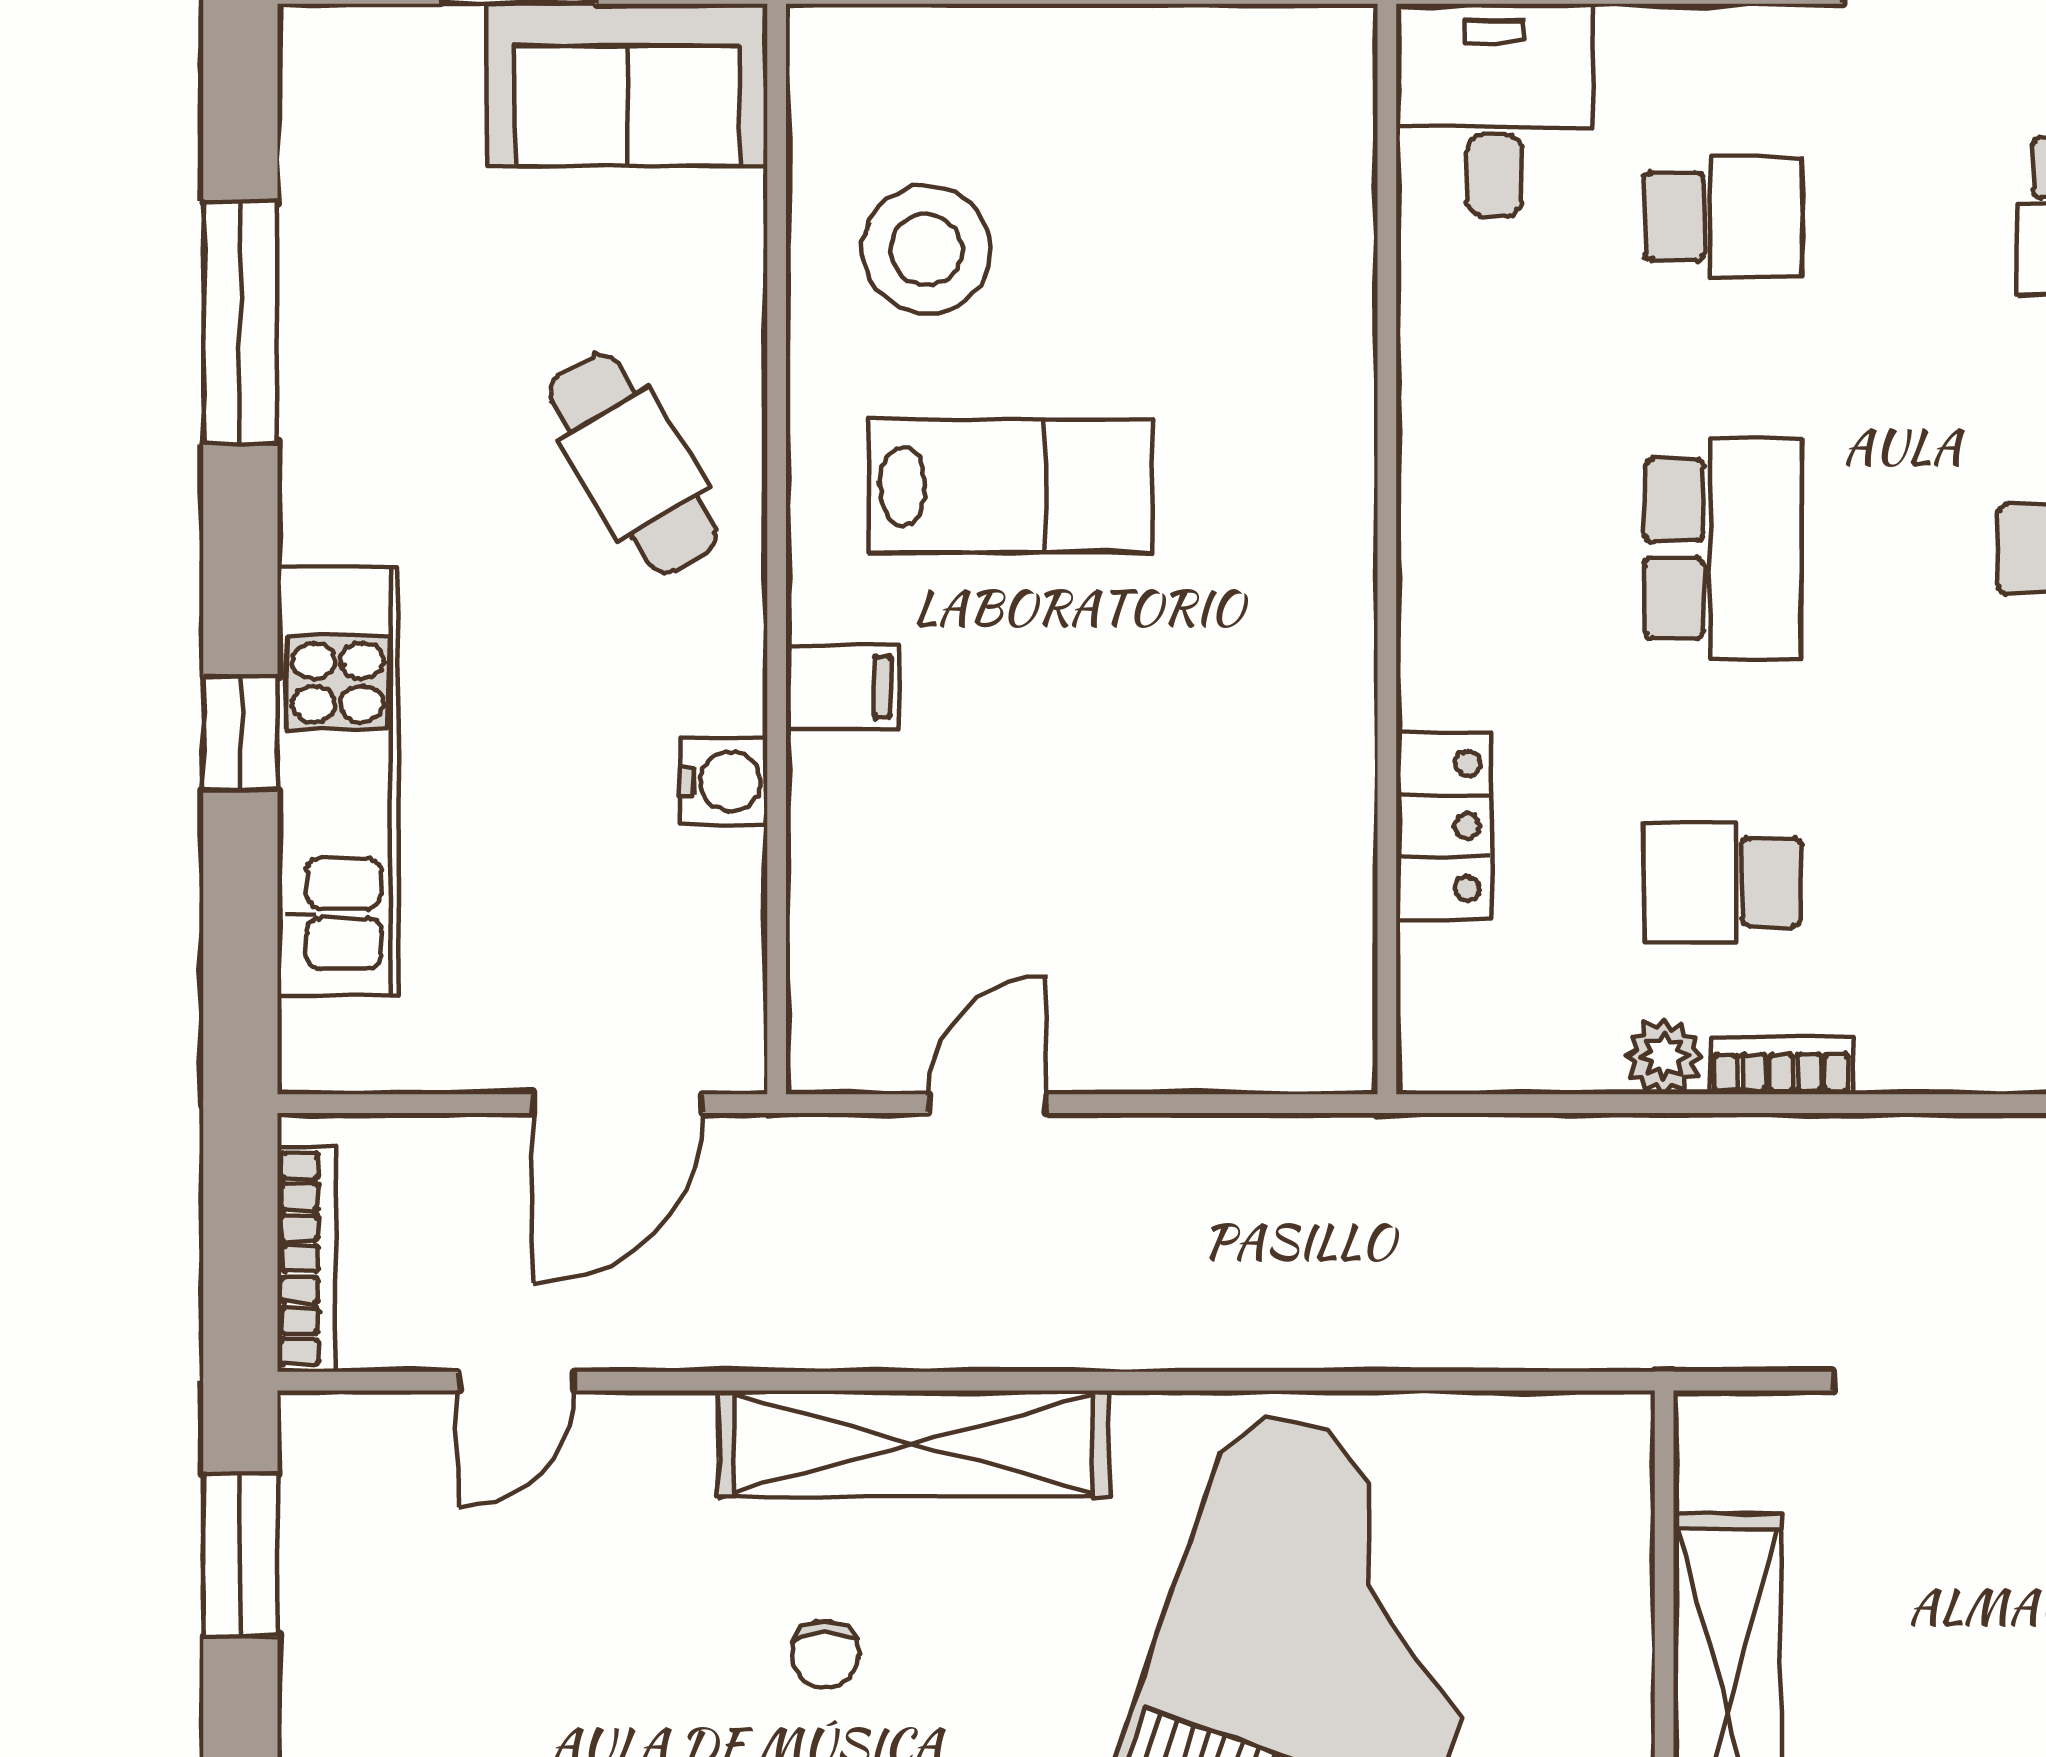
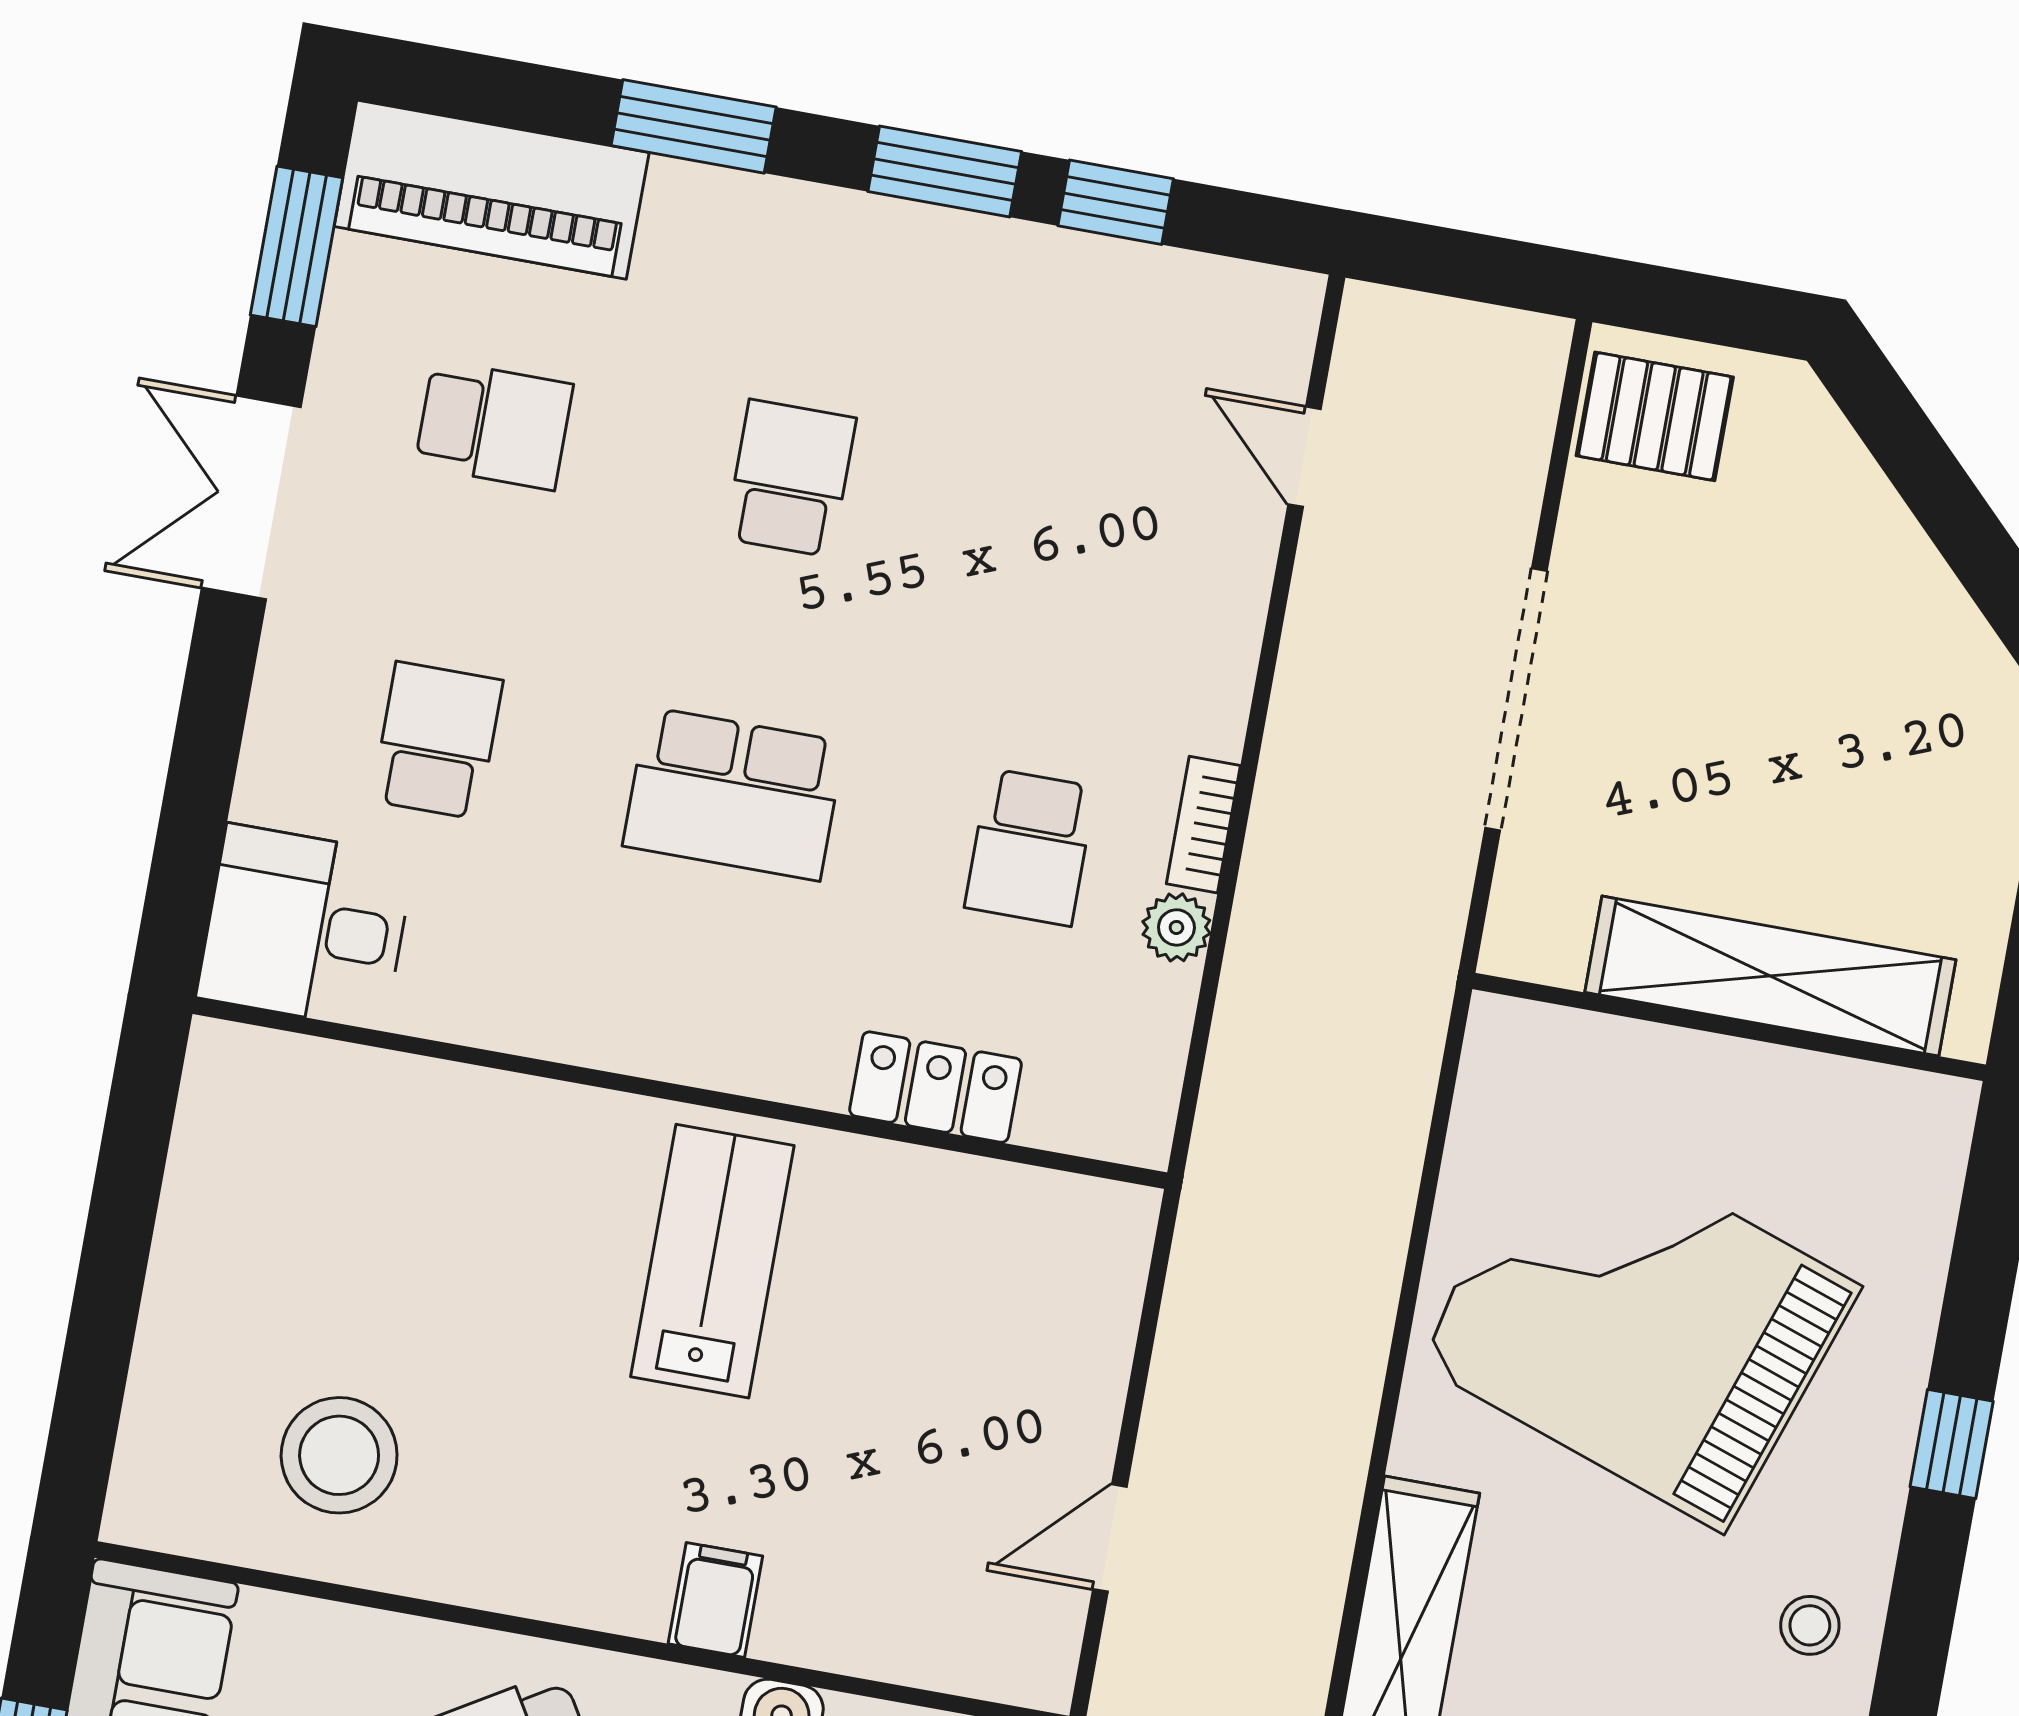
lab bench: (1010, 486) -> (712, 1261), moved
school desk: (1723, 549) -> (734, 794), turned 180
door: (987, 1104) -> (1110, 1538), hinge flipped

